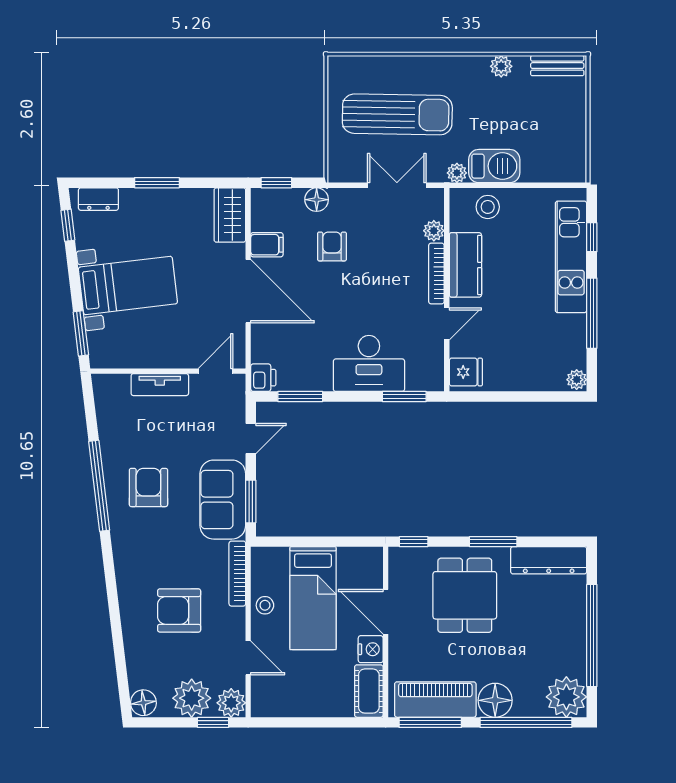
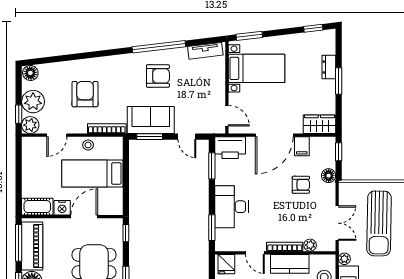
dresser: (98, 199) -> (329, 67), moved
bed with nightstands: (128, 285) -> (256, 68), moved, turned -83
printer: (263, 378) -> (230, 148), width x1.87, depth x1.48
tv unit: (160, 385) -> (205, 51), moved, turned -97

